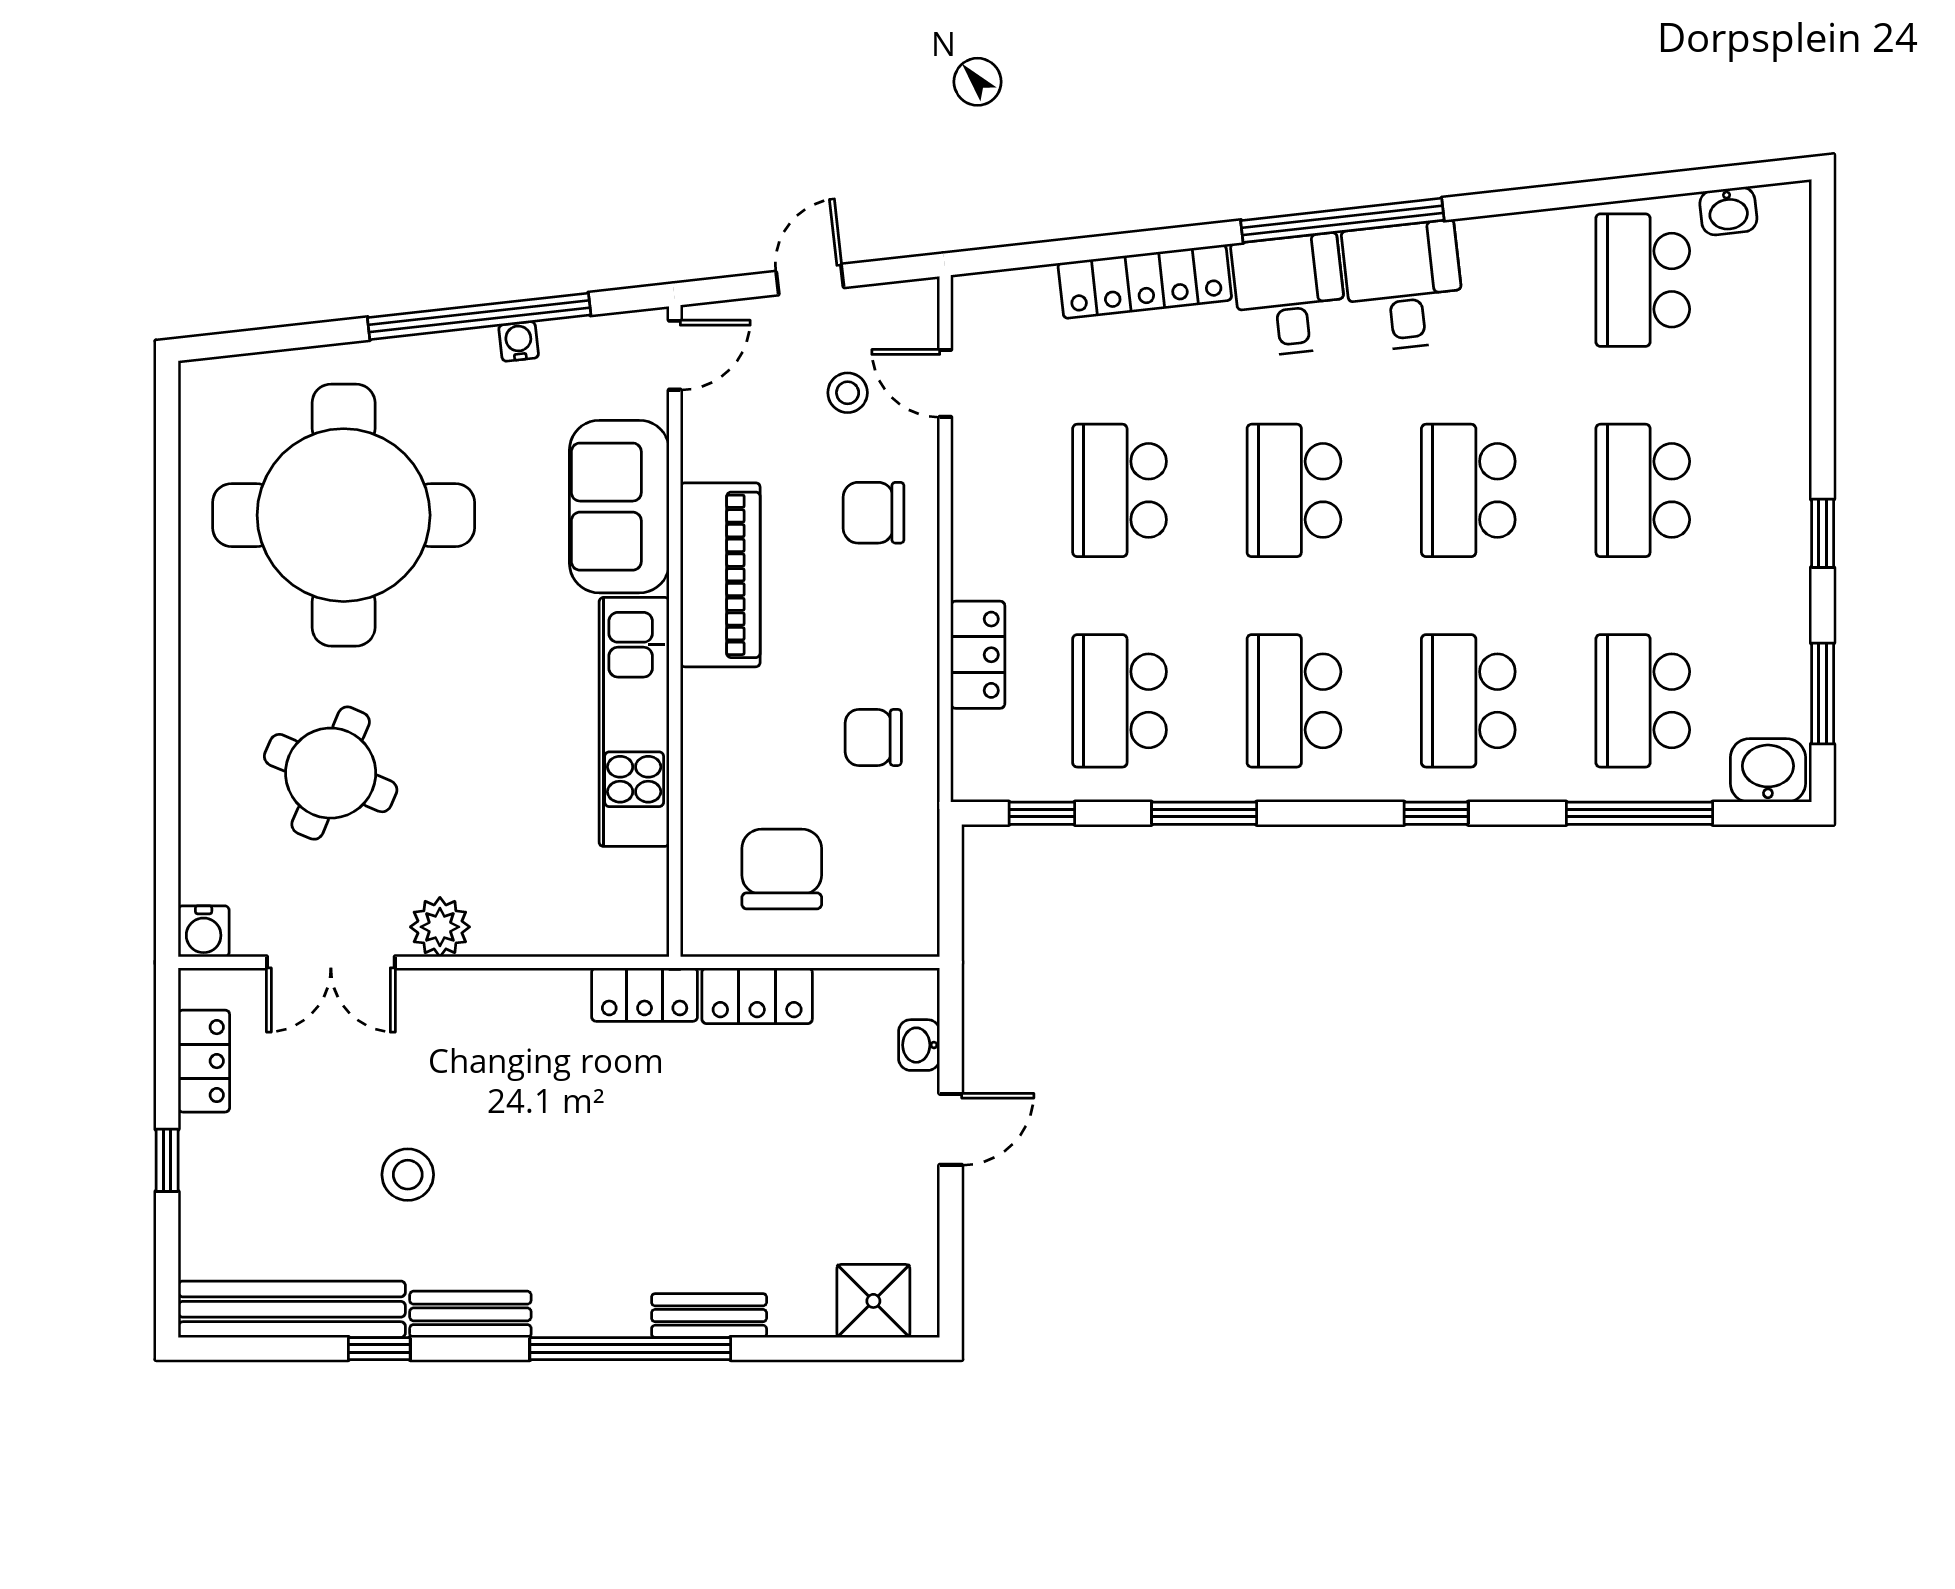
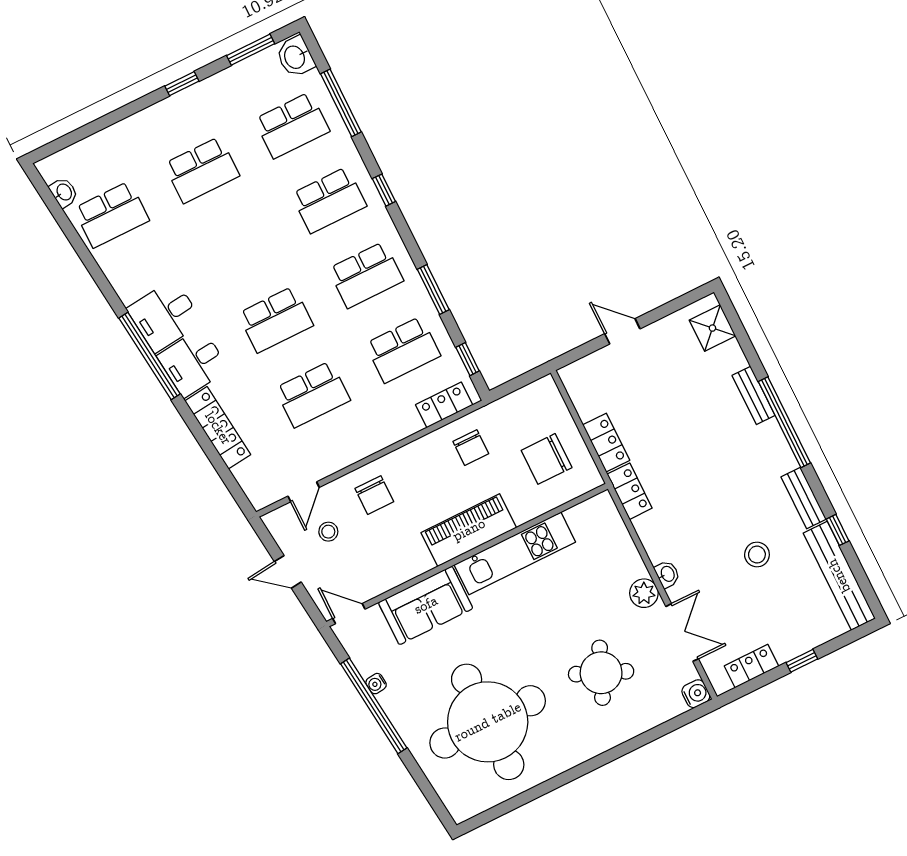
school desk: (1468, 490) -> (239, 245), removed
piano: (720, 575) -> (469, 530), moved
locker: (978, 655) -> (444, 405), moved
washbasin: (919, 1045) -> (667, 574), moved, turned -90

